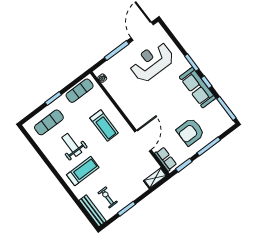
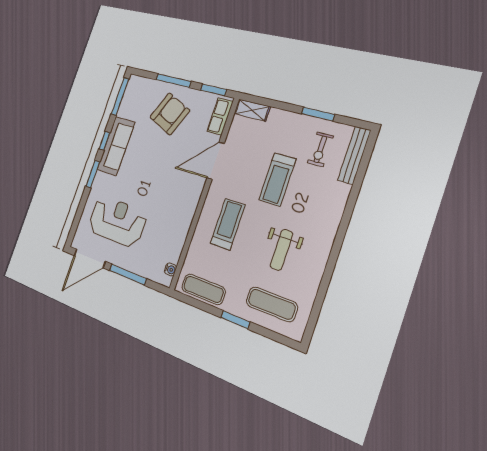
reception desk: (152, 62) -> (117, 221), turned 180
armchair: (190, 132) -> (170, 114), turned -67
treadmill: (83, 171) -> (277, 179), moved, turned -90

